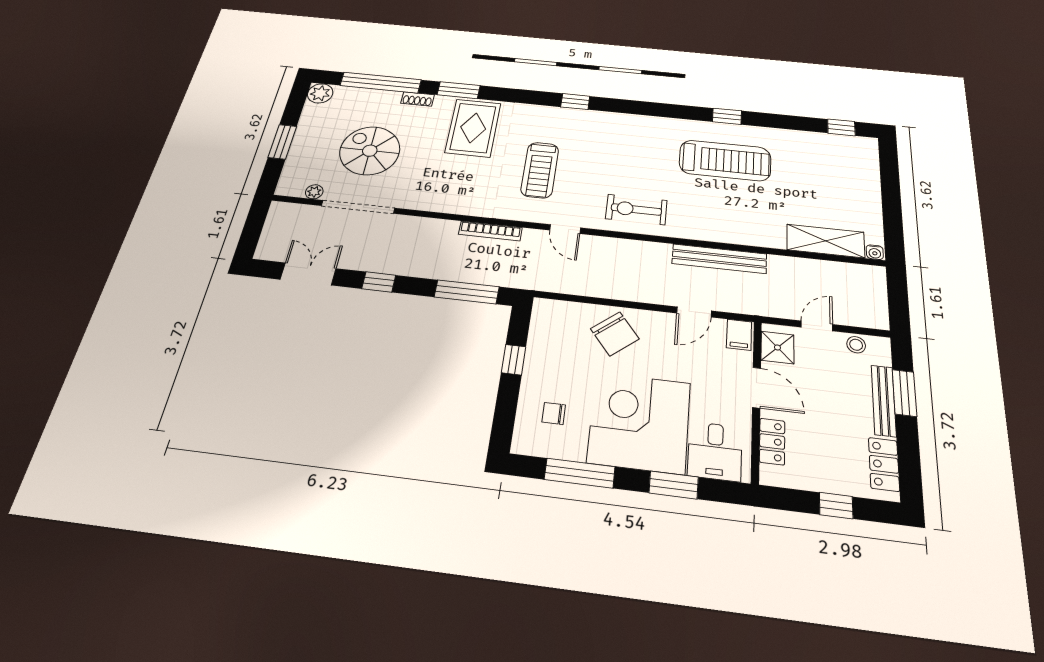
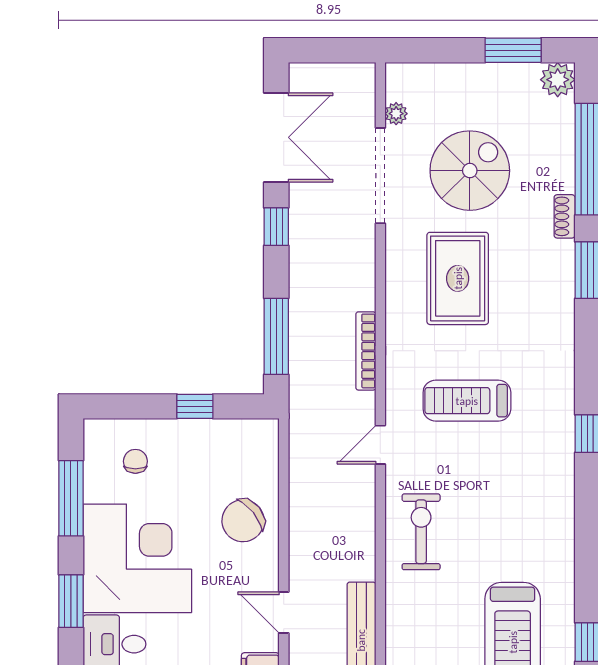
rug: (473, 128) -> (458, 278), moved, turned 90
window: (282, 142) -> (513, 50), moved
double door: (308, 274) -> (276, 137), width x1.37

